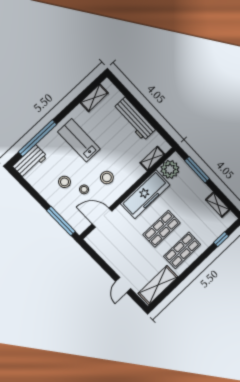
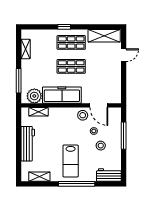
window: (38, 138) -> (77, 184), moved
stool: (107, 178) -> (83, 115), moved
window: (61, 221) -> (124, 136), moved
window: (221, 239) -> (64, 27), moved

